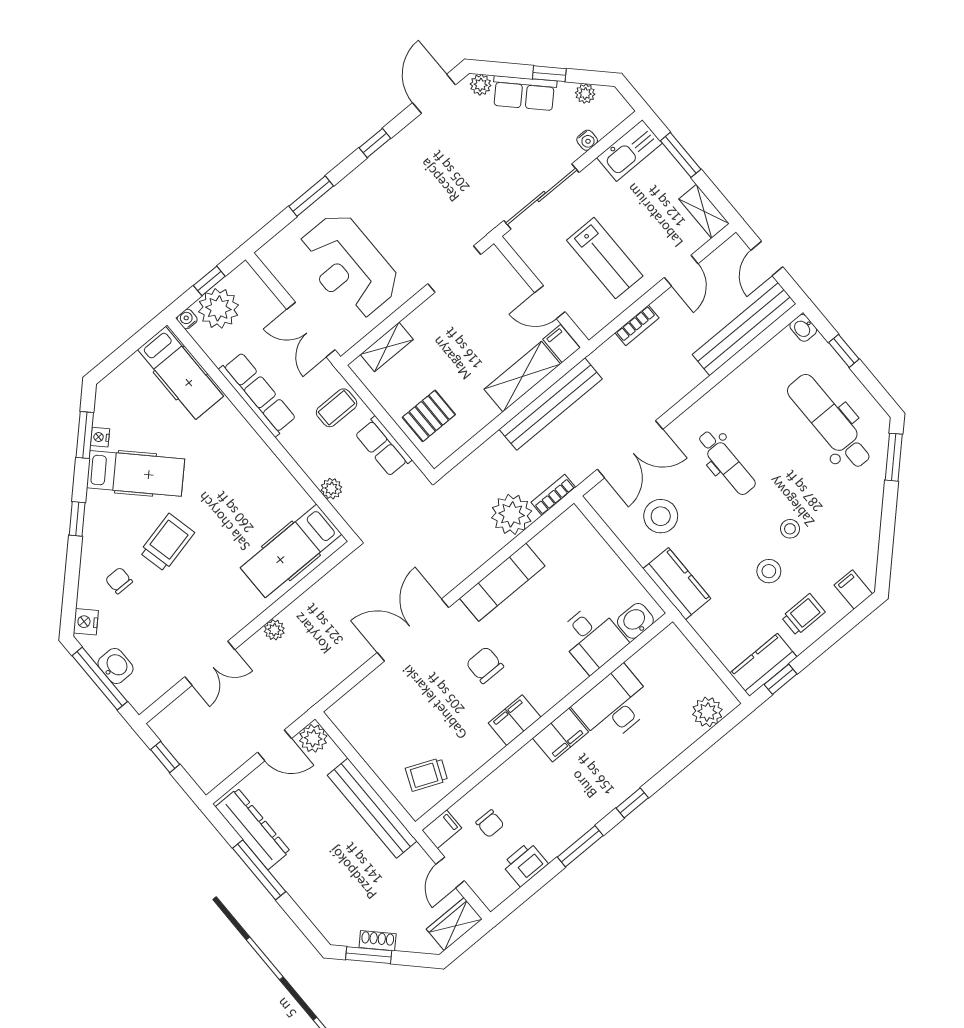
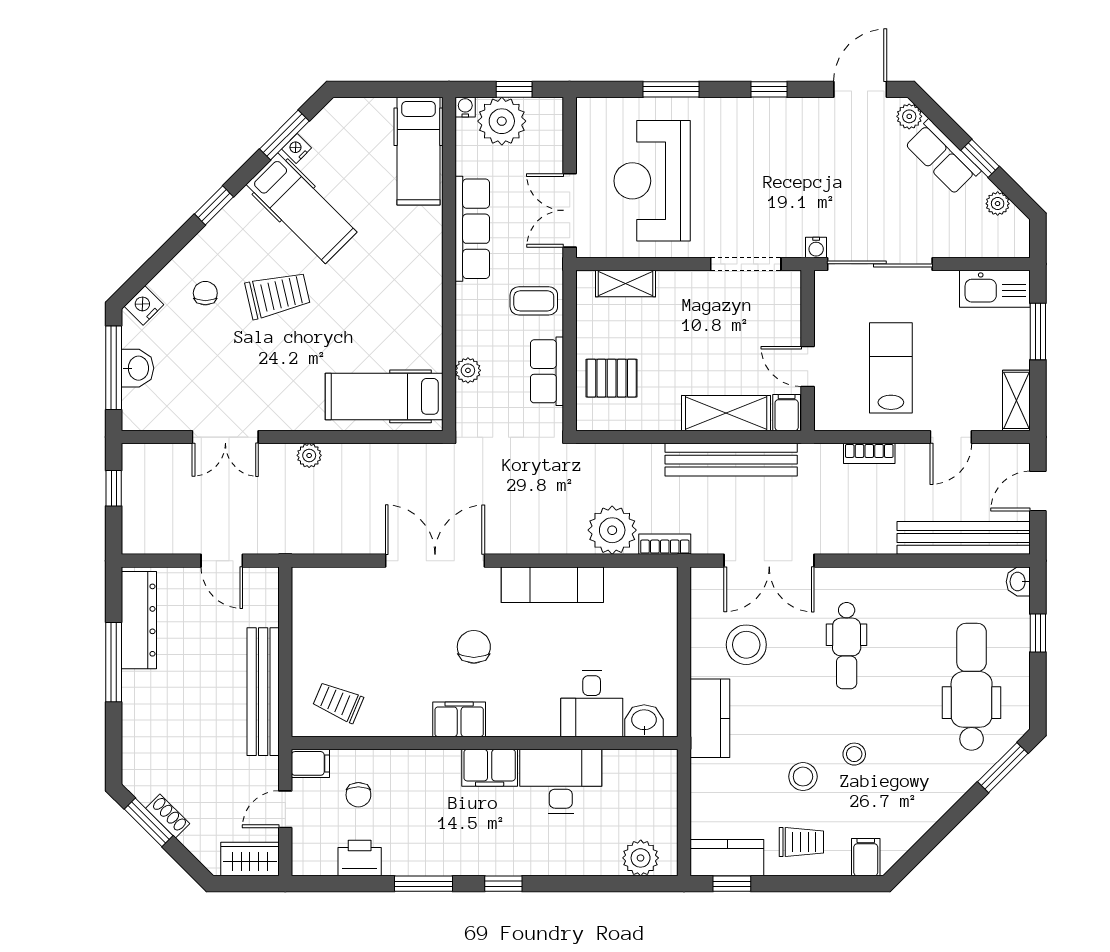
water cooler: (587, 140) -> (816, 247), moved
lab bench: (605, 258) -> (891, 368), turned 180
plant: (313, 738) -> (262, 584), removed

